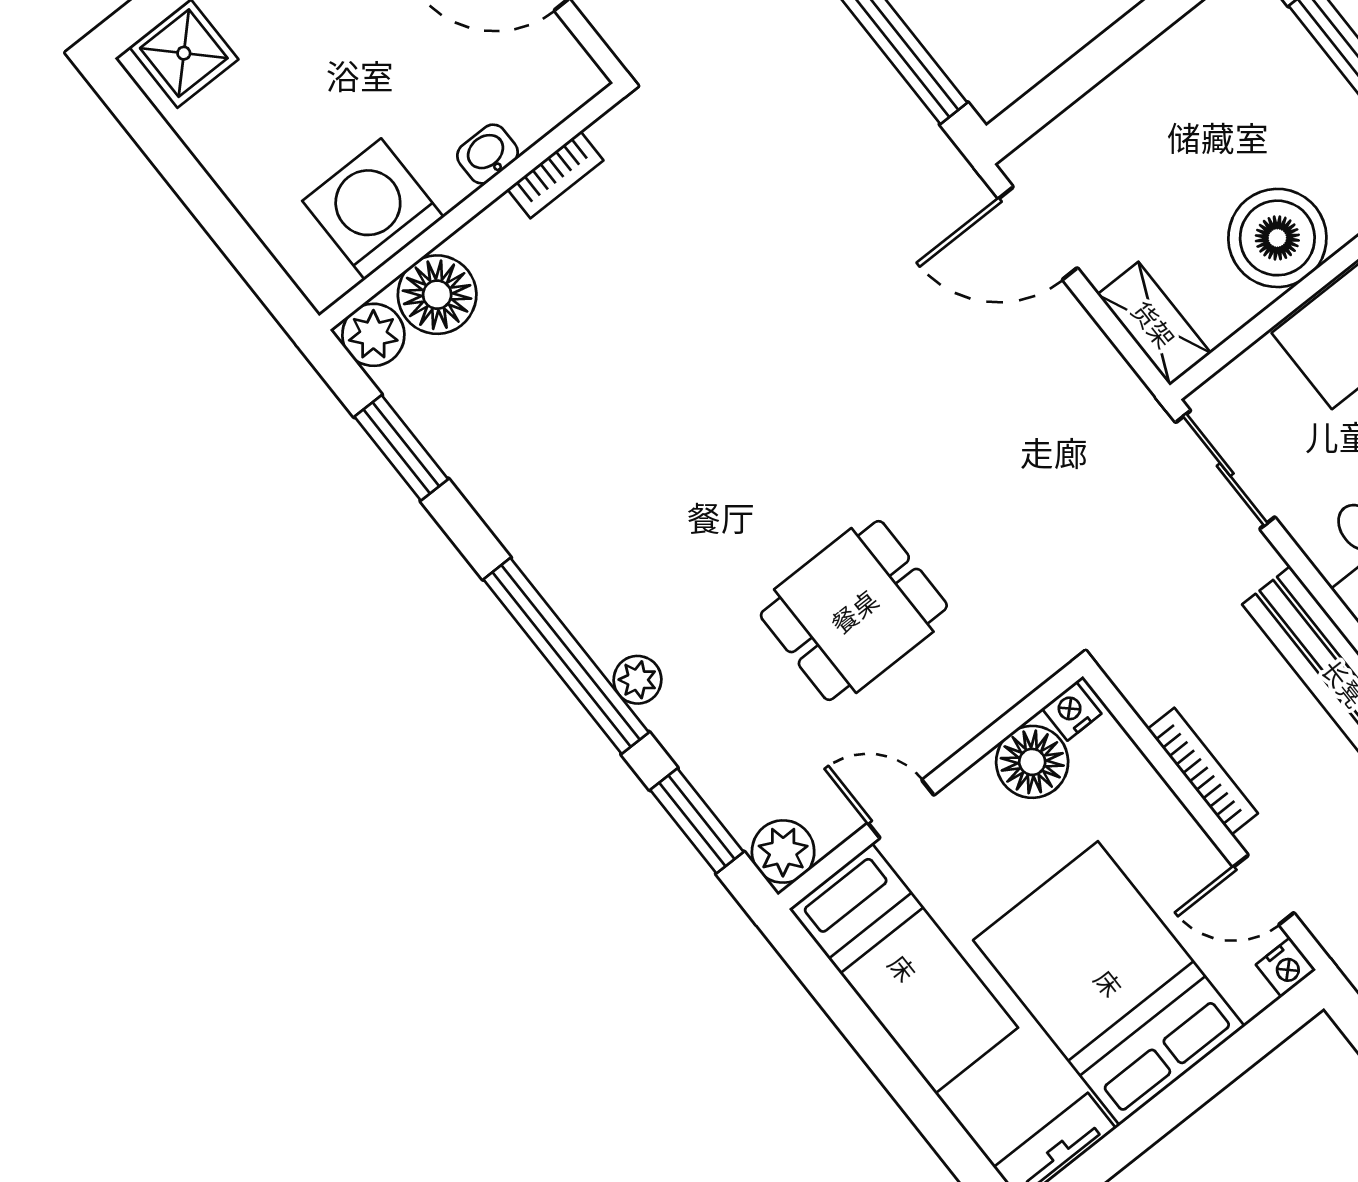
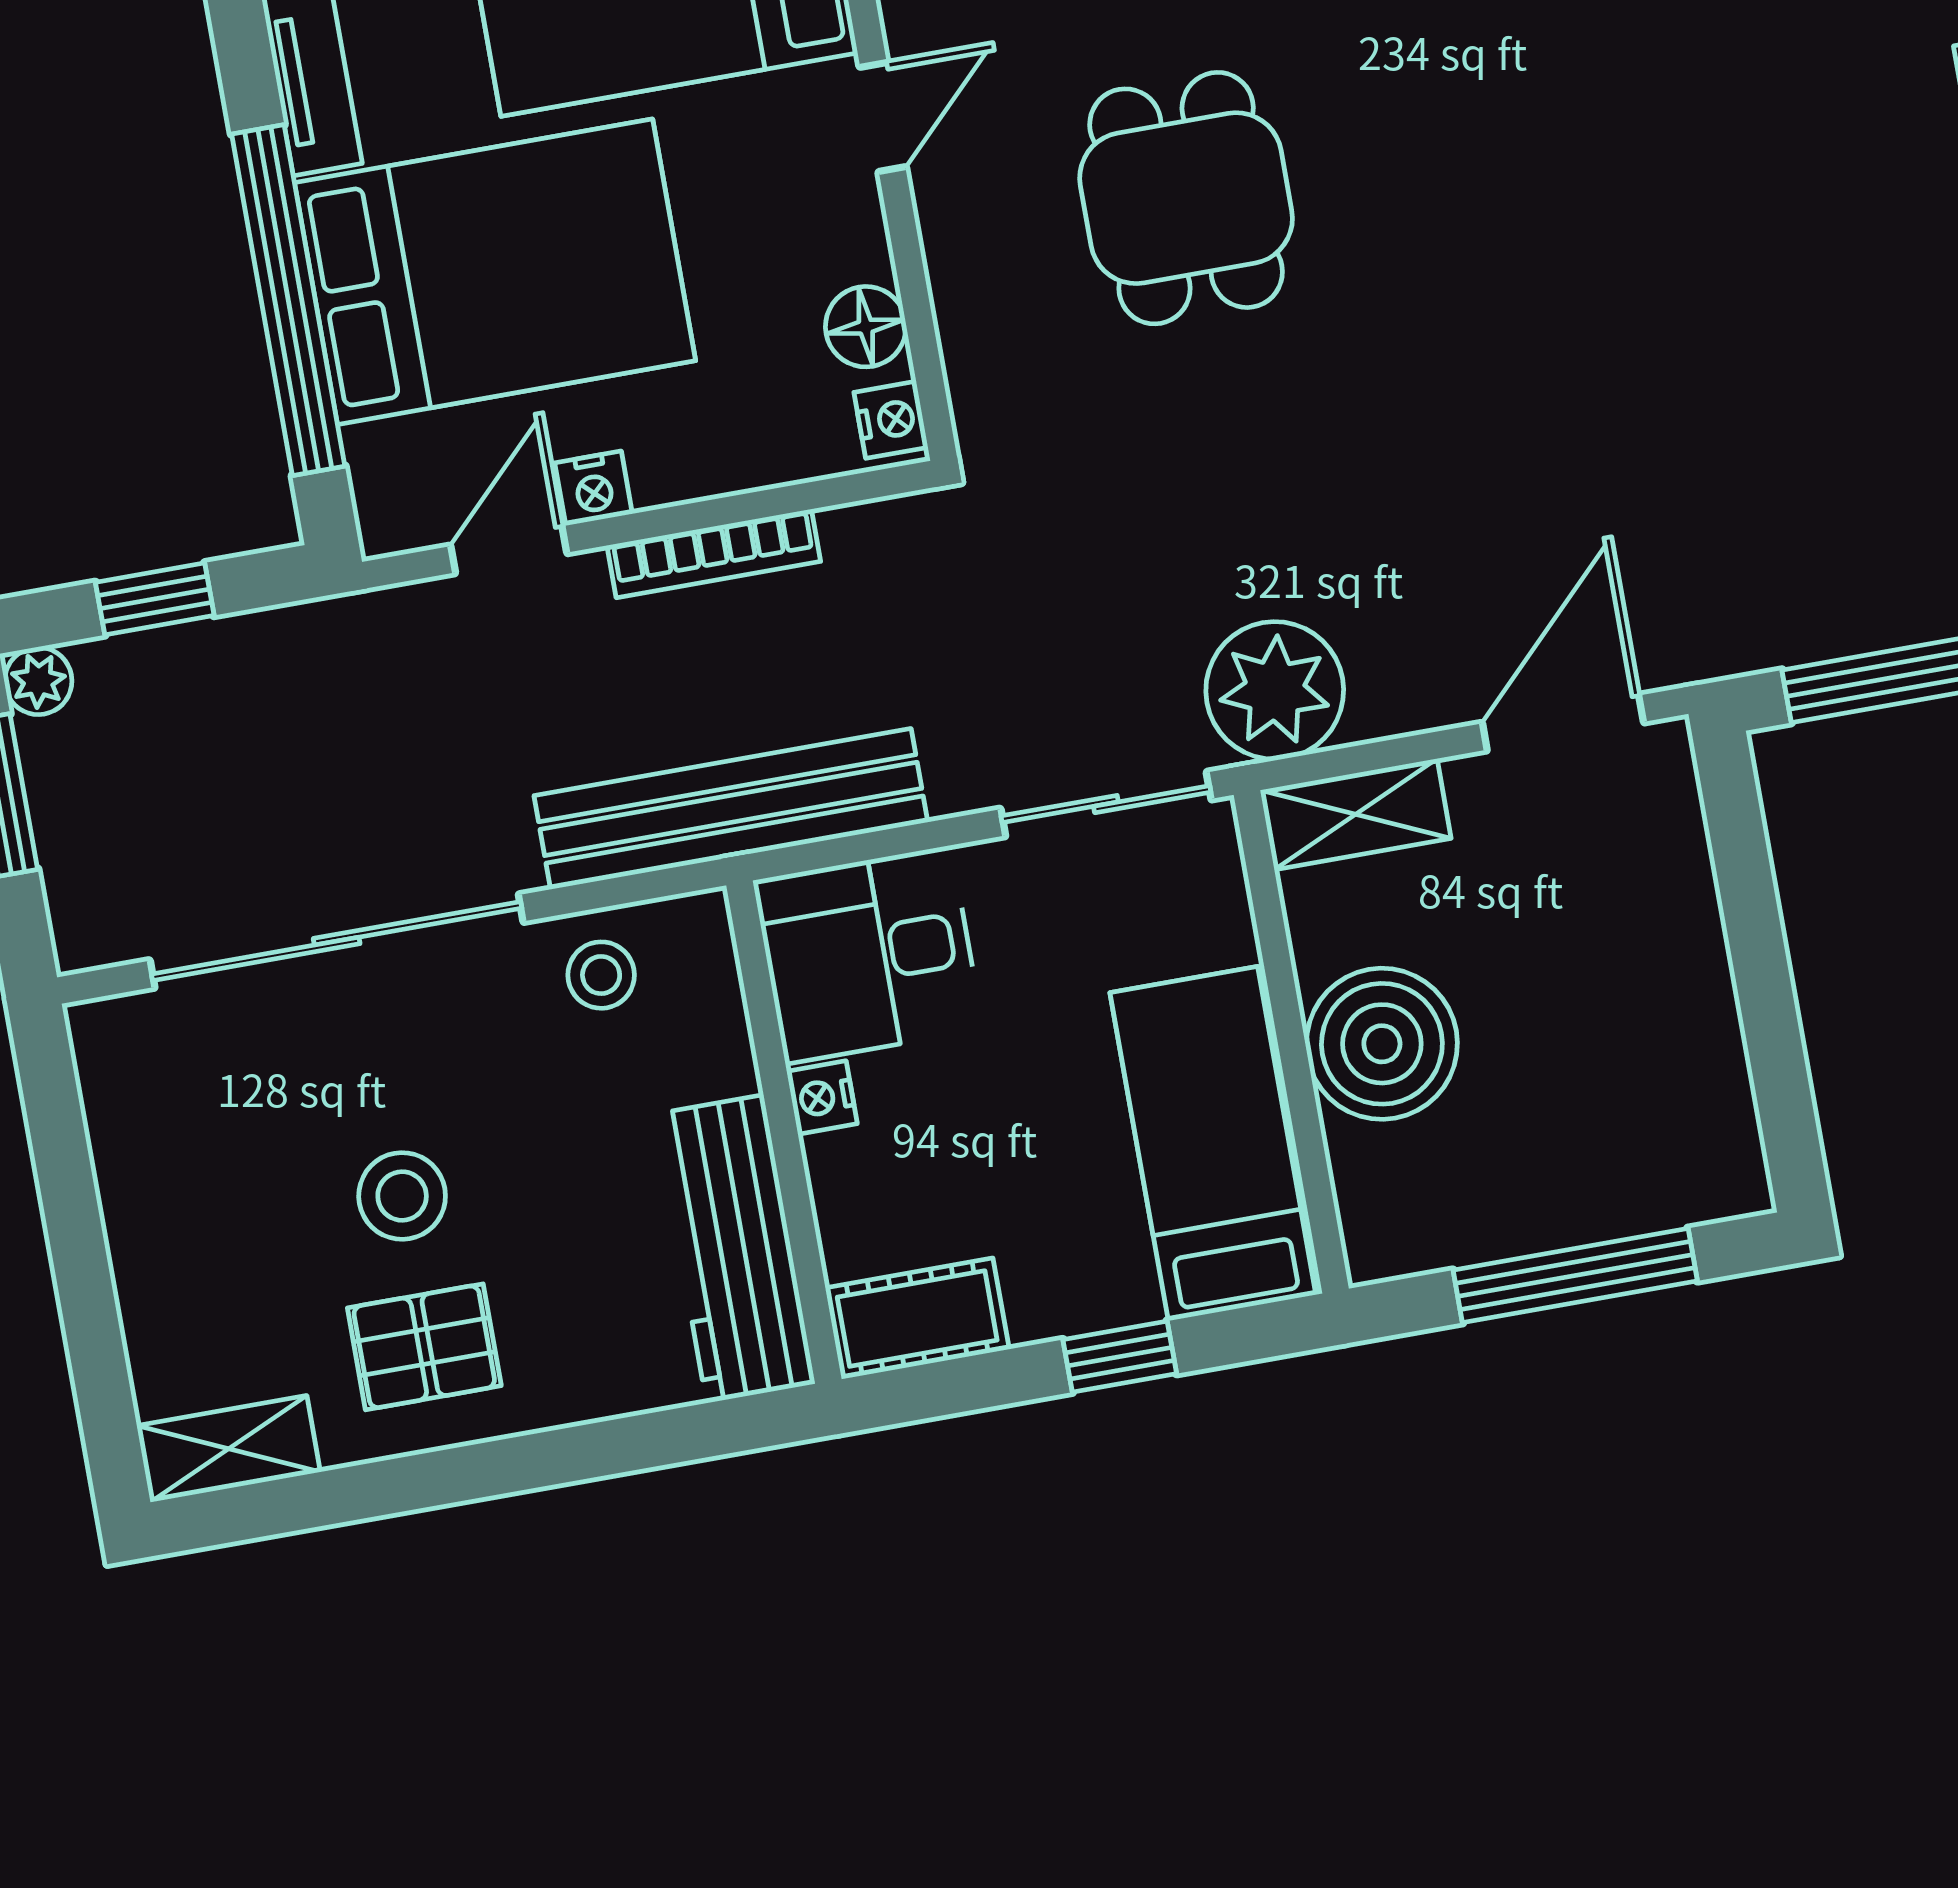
plant: (1108, 408) -> (1275, 690), added
floor lamp: (1032, 762) -> (866, 327), width x0.73, depth x0.73
nightstand: (1286, 967) -> (594, 488), moved, turned -90
window: (1189, 1093) -> (288, 300), added

